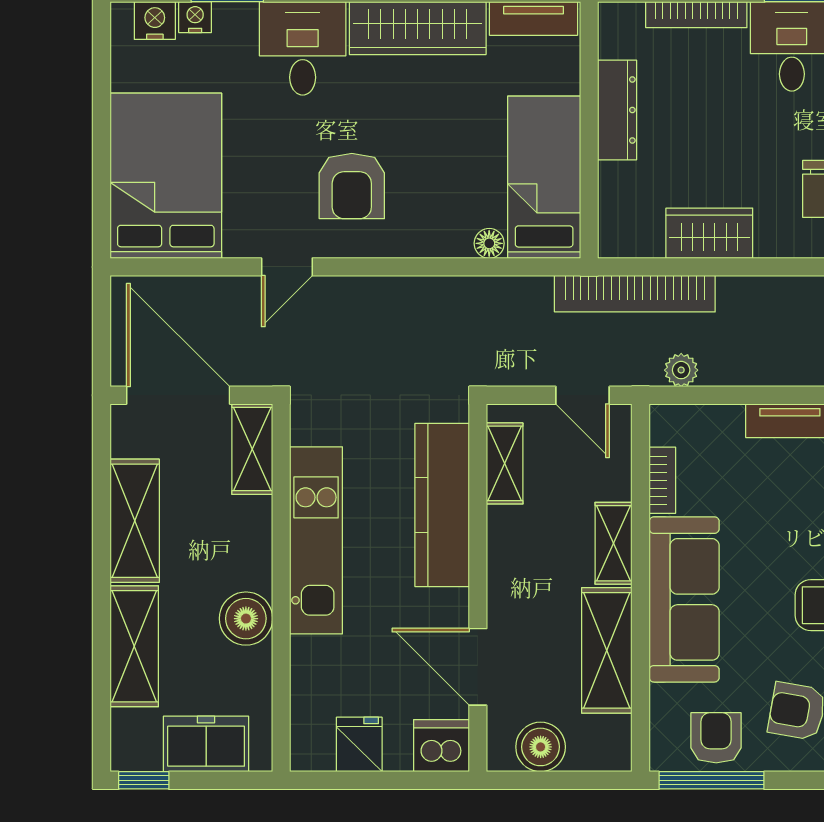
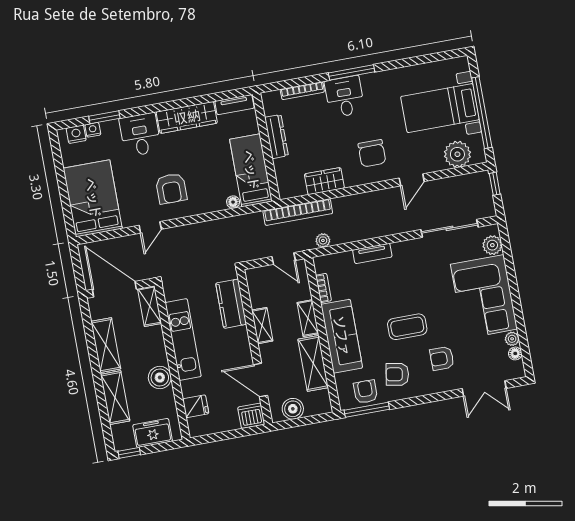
shelving: (505, 463) -> (262, 326), moved
kitchen counter: (442, 505) -> (231, 304), width x0.67
fridge: (359, 744) -> (196, 406), moved, turned 90

